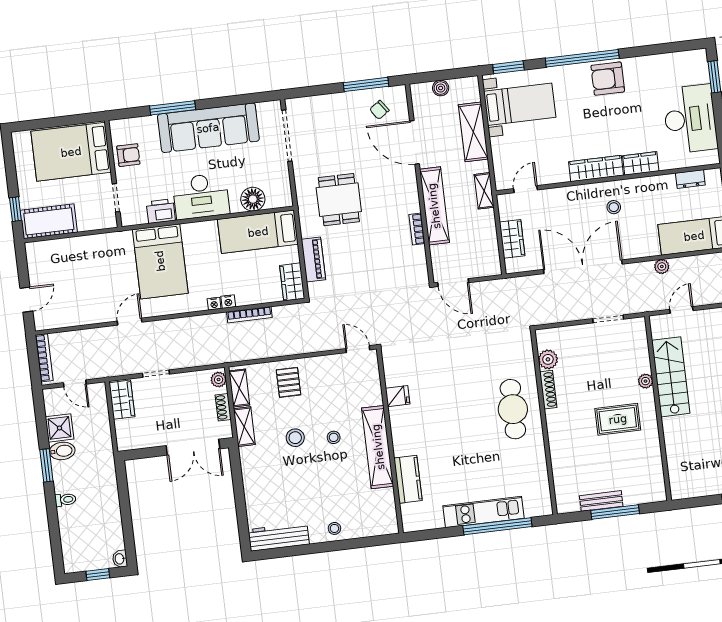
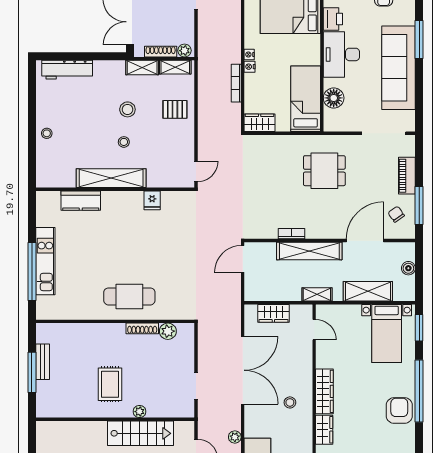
piano: (313, 260) -> (407, 176), moved, turned 90
shoe rack: (223, 407) -> (161, 52), width x1.43
workbench: (279, 537) -> (67, 70), moved, turned 90

